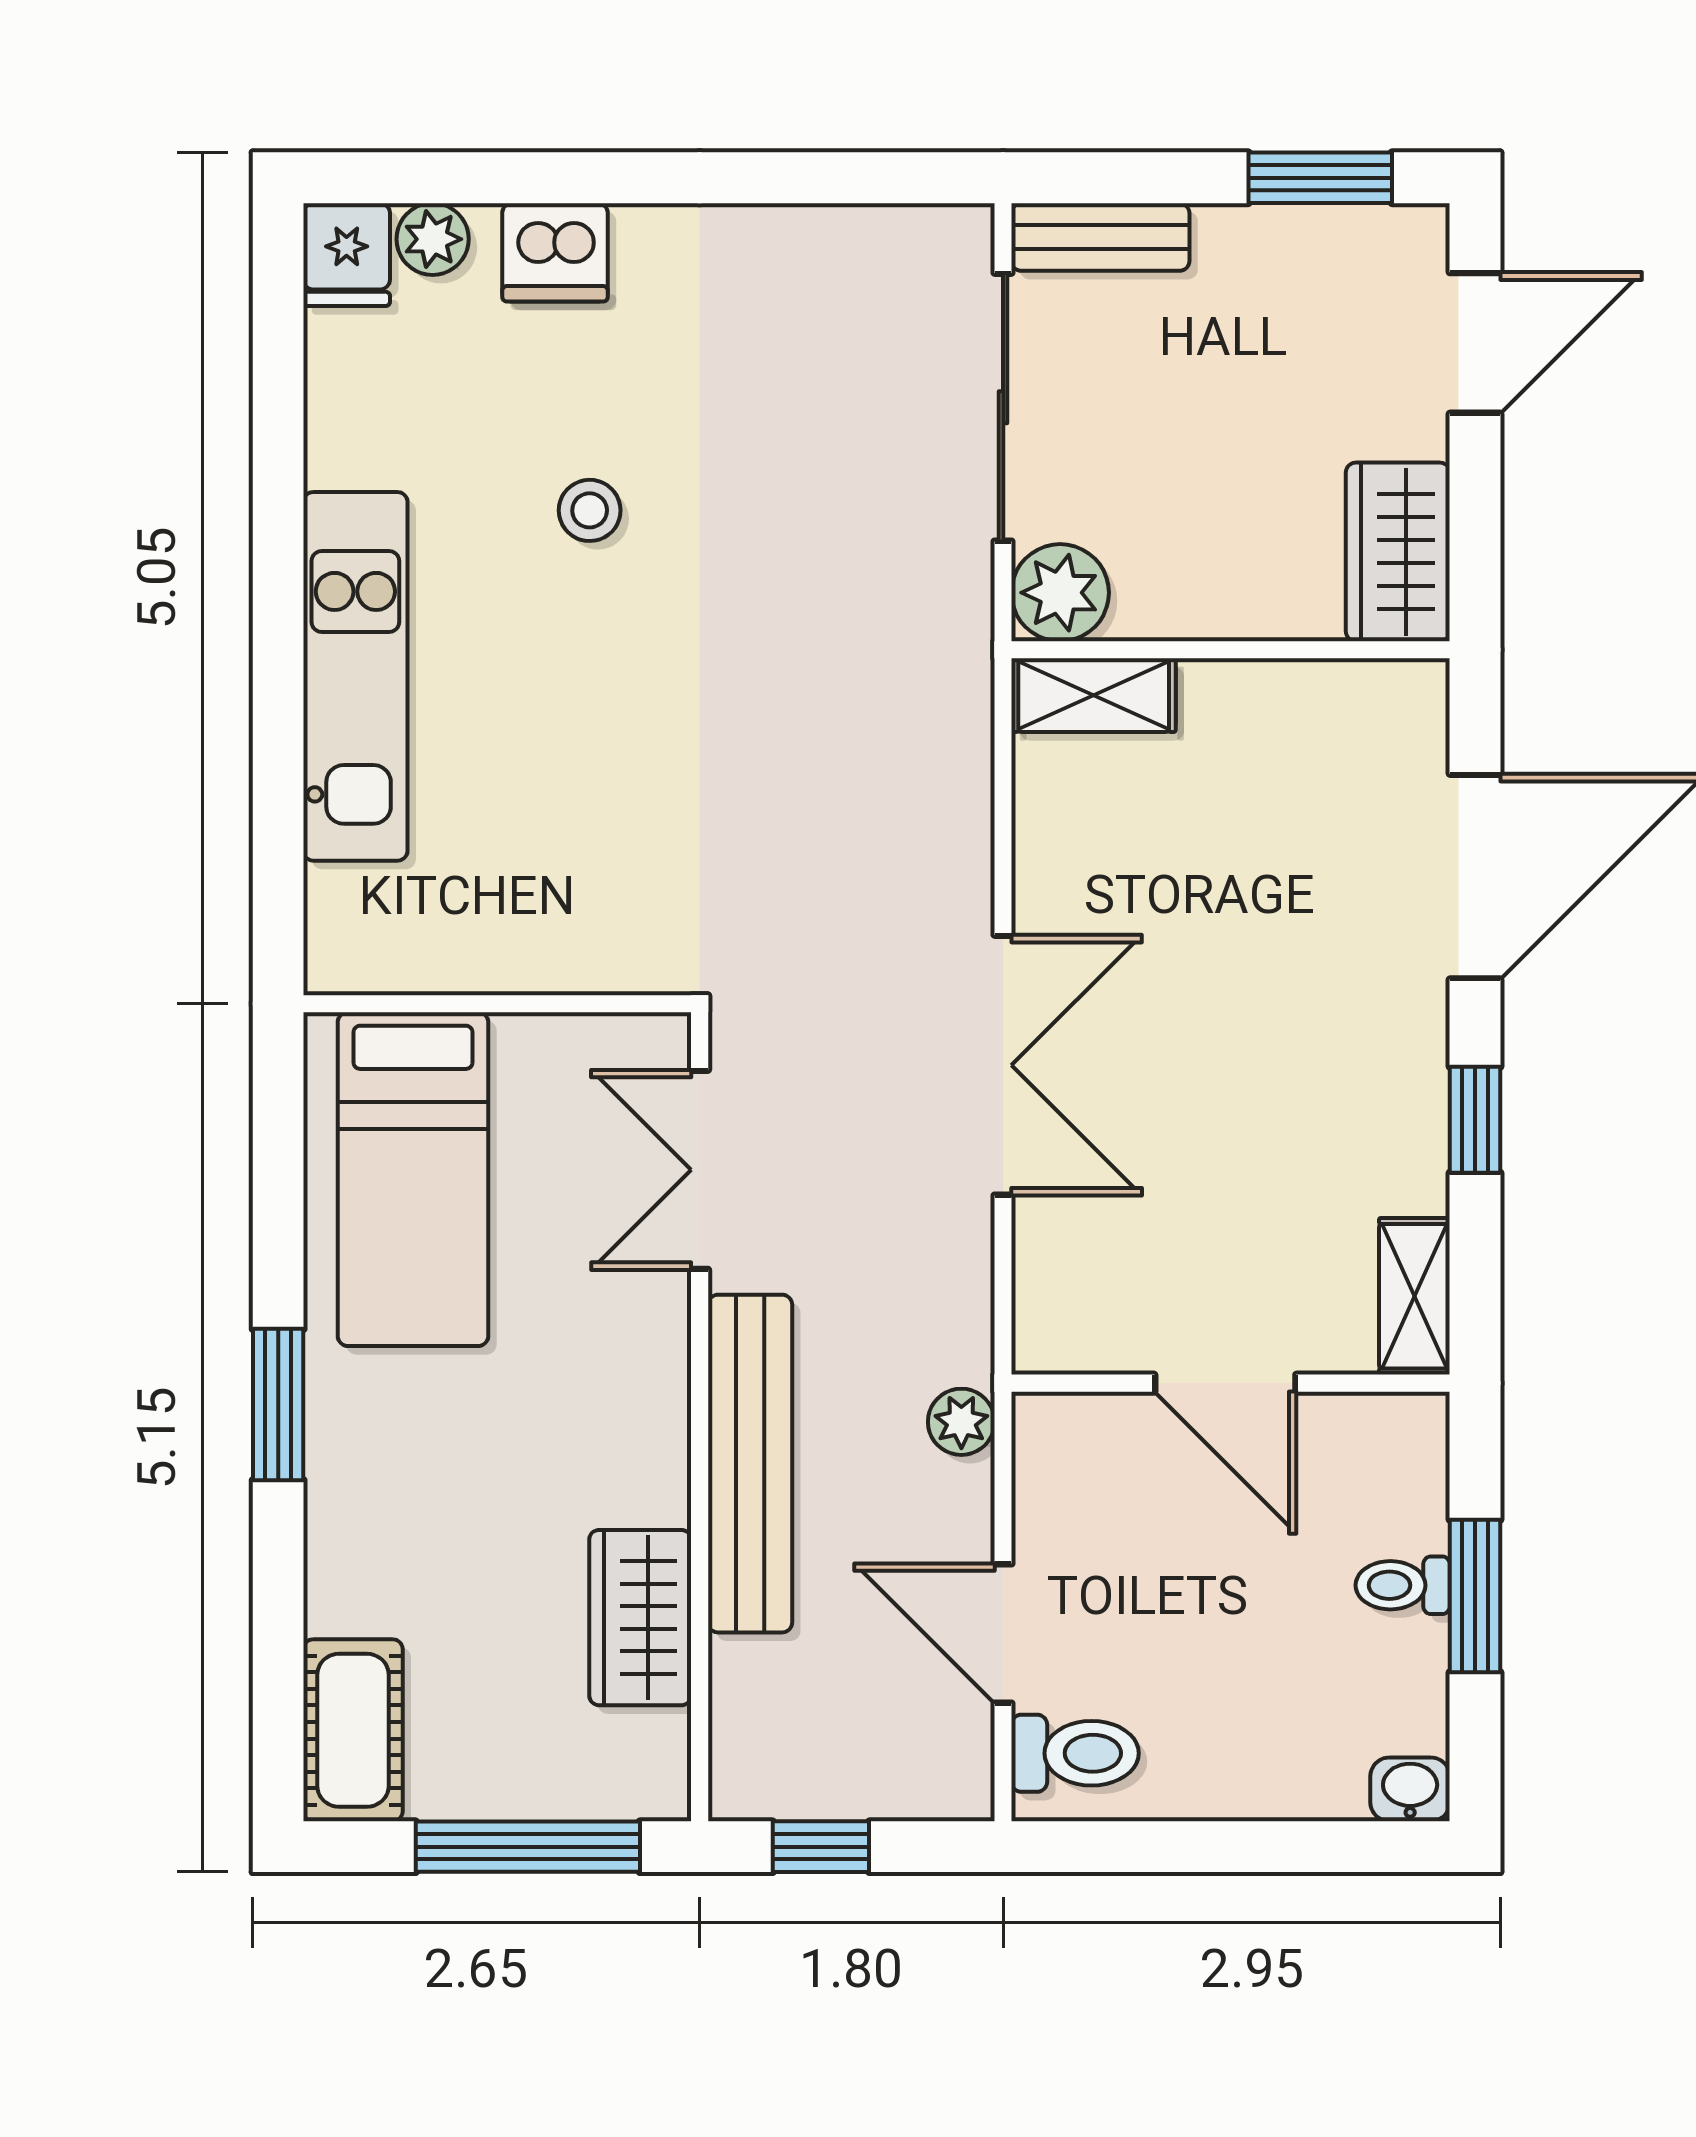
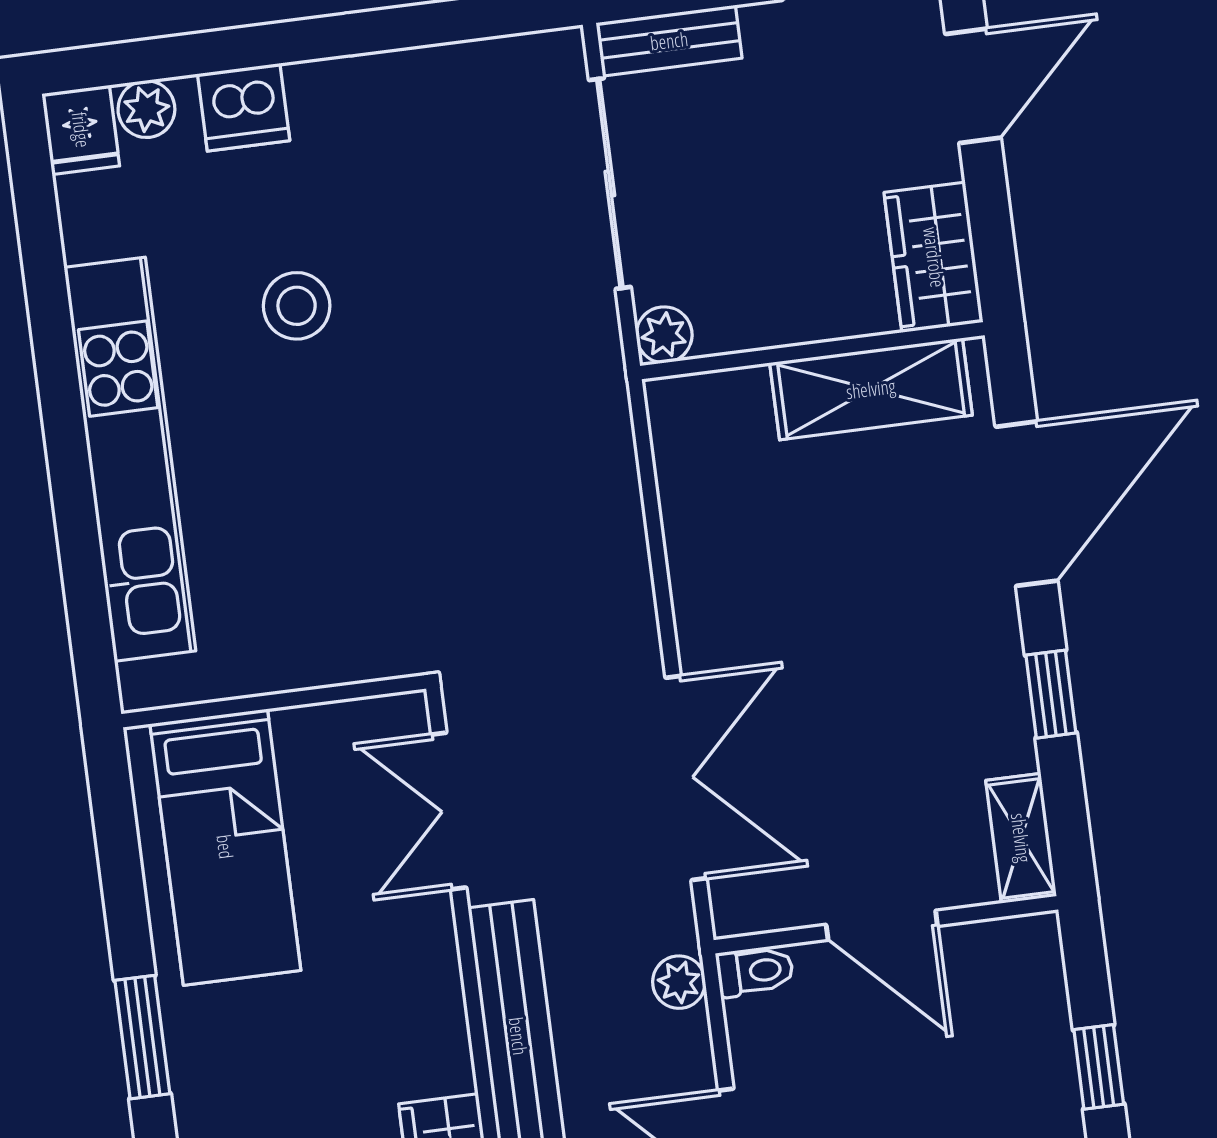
stool: (590, 510) -> (297, 306), width x1.37, depth x1.37
plant: (1060, 593) -> (664, 335), width x0.73, depth x0.73
kitchen unit: (355, 676) -> (130, 459), width x1.36
shelving: (1094, 695) -> (871, 389), moved, width x1.50, depth x1.33
double door: (1003, 1065) -> (686, 778), moved
toilet: (1403, 1585) -> (755, 971), moved, turned 180
window: (1475, 1596) -> (1099, 1067), width x0.67

